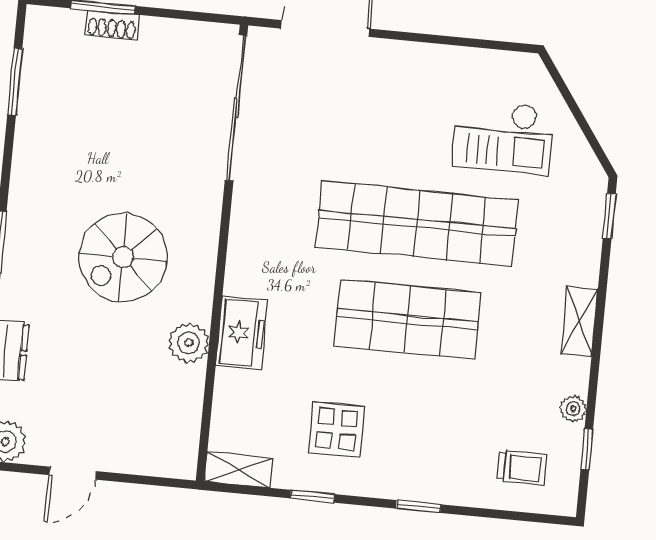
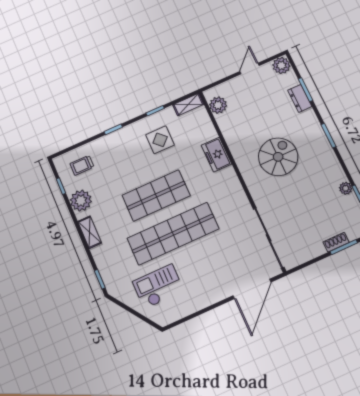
plant: (30, 118) -> (346, 188), added
plant: (189, 343) -> (218, 105), moved
plant: (573, 409) -> (81, 201), width x1.87, depth x1.87

